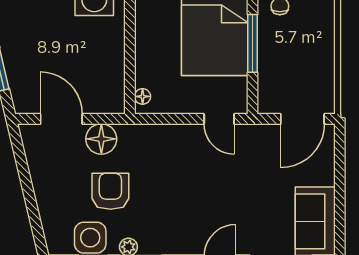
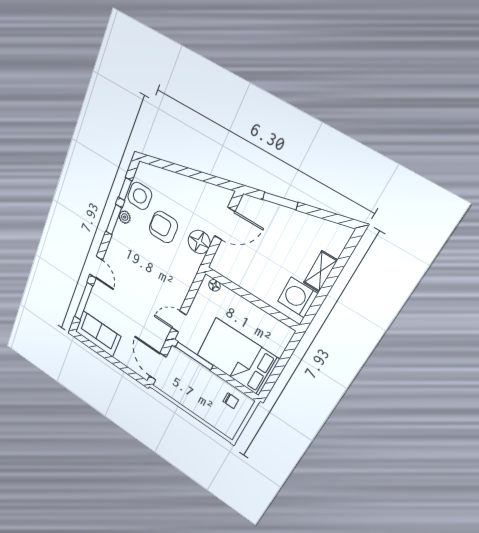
window: (253, 43) -> (194, 356), moved
armchair: (110, 191) -> (163, 227), turned 180

